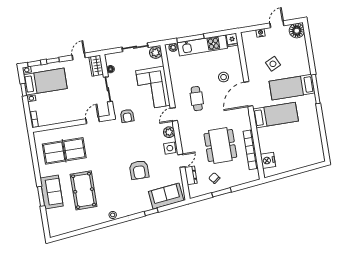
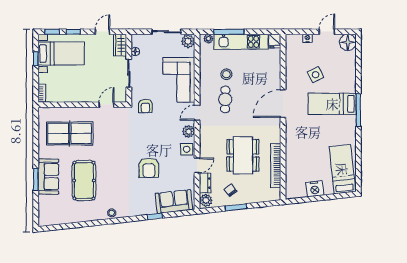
stool: (224, 77) -> (226, 74), moved
bed: (276, 115) -> (342, 169), moved, turned -96
nightstand: (268, 160) -> (315, 189), moved, turned -96
plant: (194, 190) -> (206, 200), added

